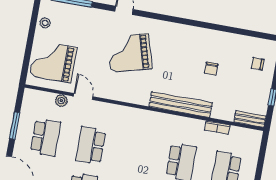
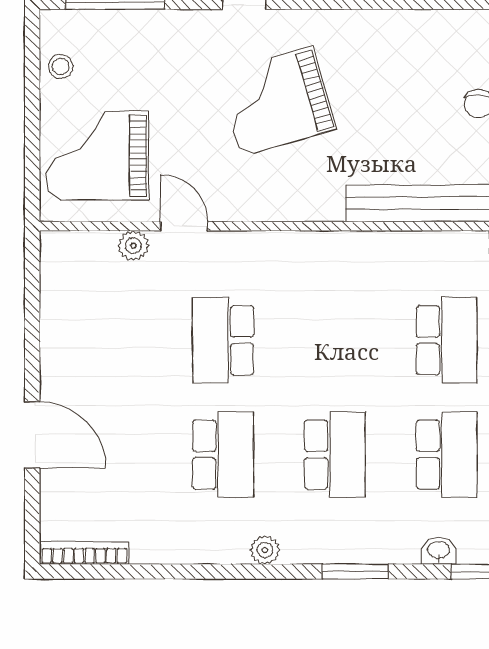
window: (15, 126) -> (32, 326), removed
school desk: (46, 137) -> (111, 340), removed

